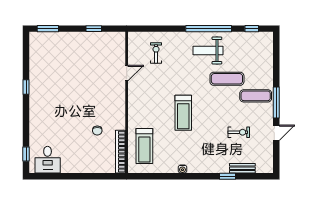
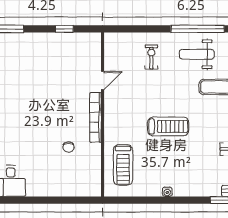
exercise bike: (156, 53) -> (151, 57), moved
treadmill: (183, 113) -> (168, 126), turned -90
bookcase: (121, 152) -> (95, 117), moved

